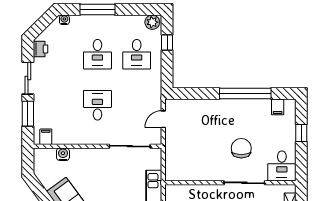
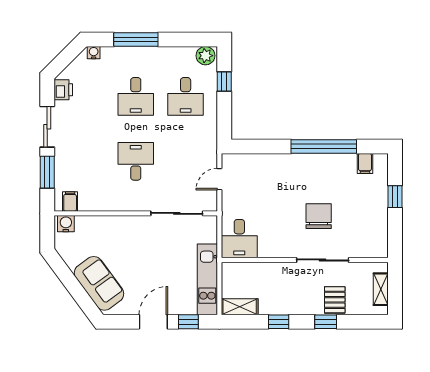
water cooler: (63, 154) -> (66, 224), moved
desk: (282, 166) -> (239, 239), moved

